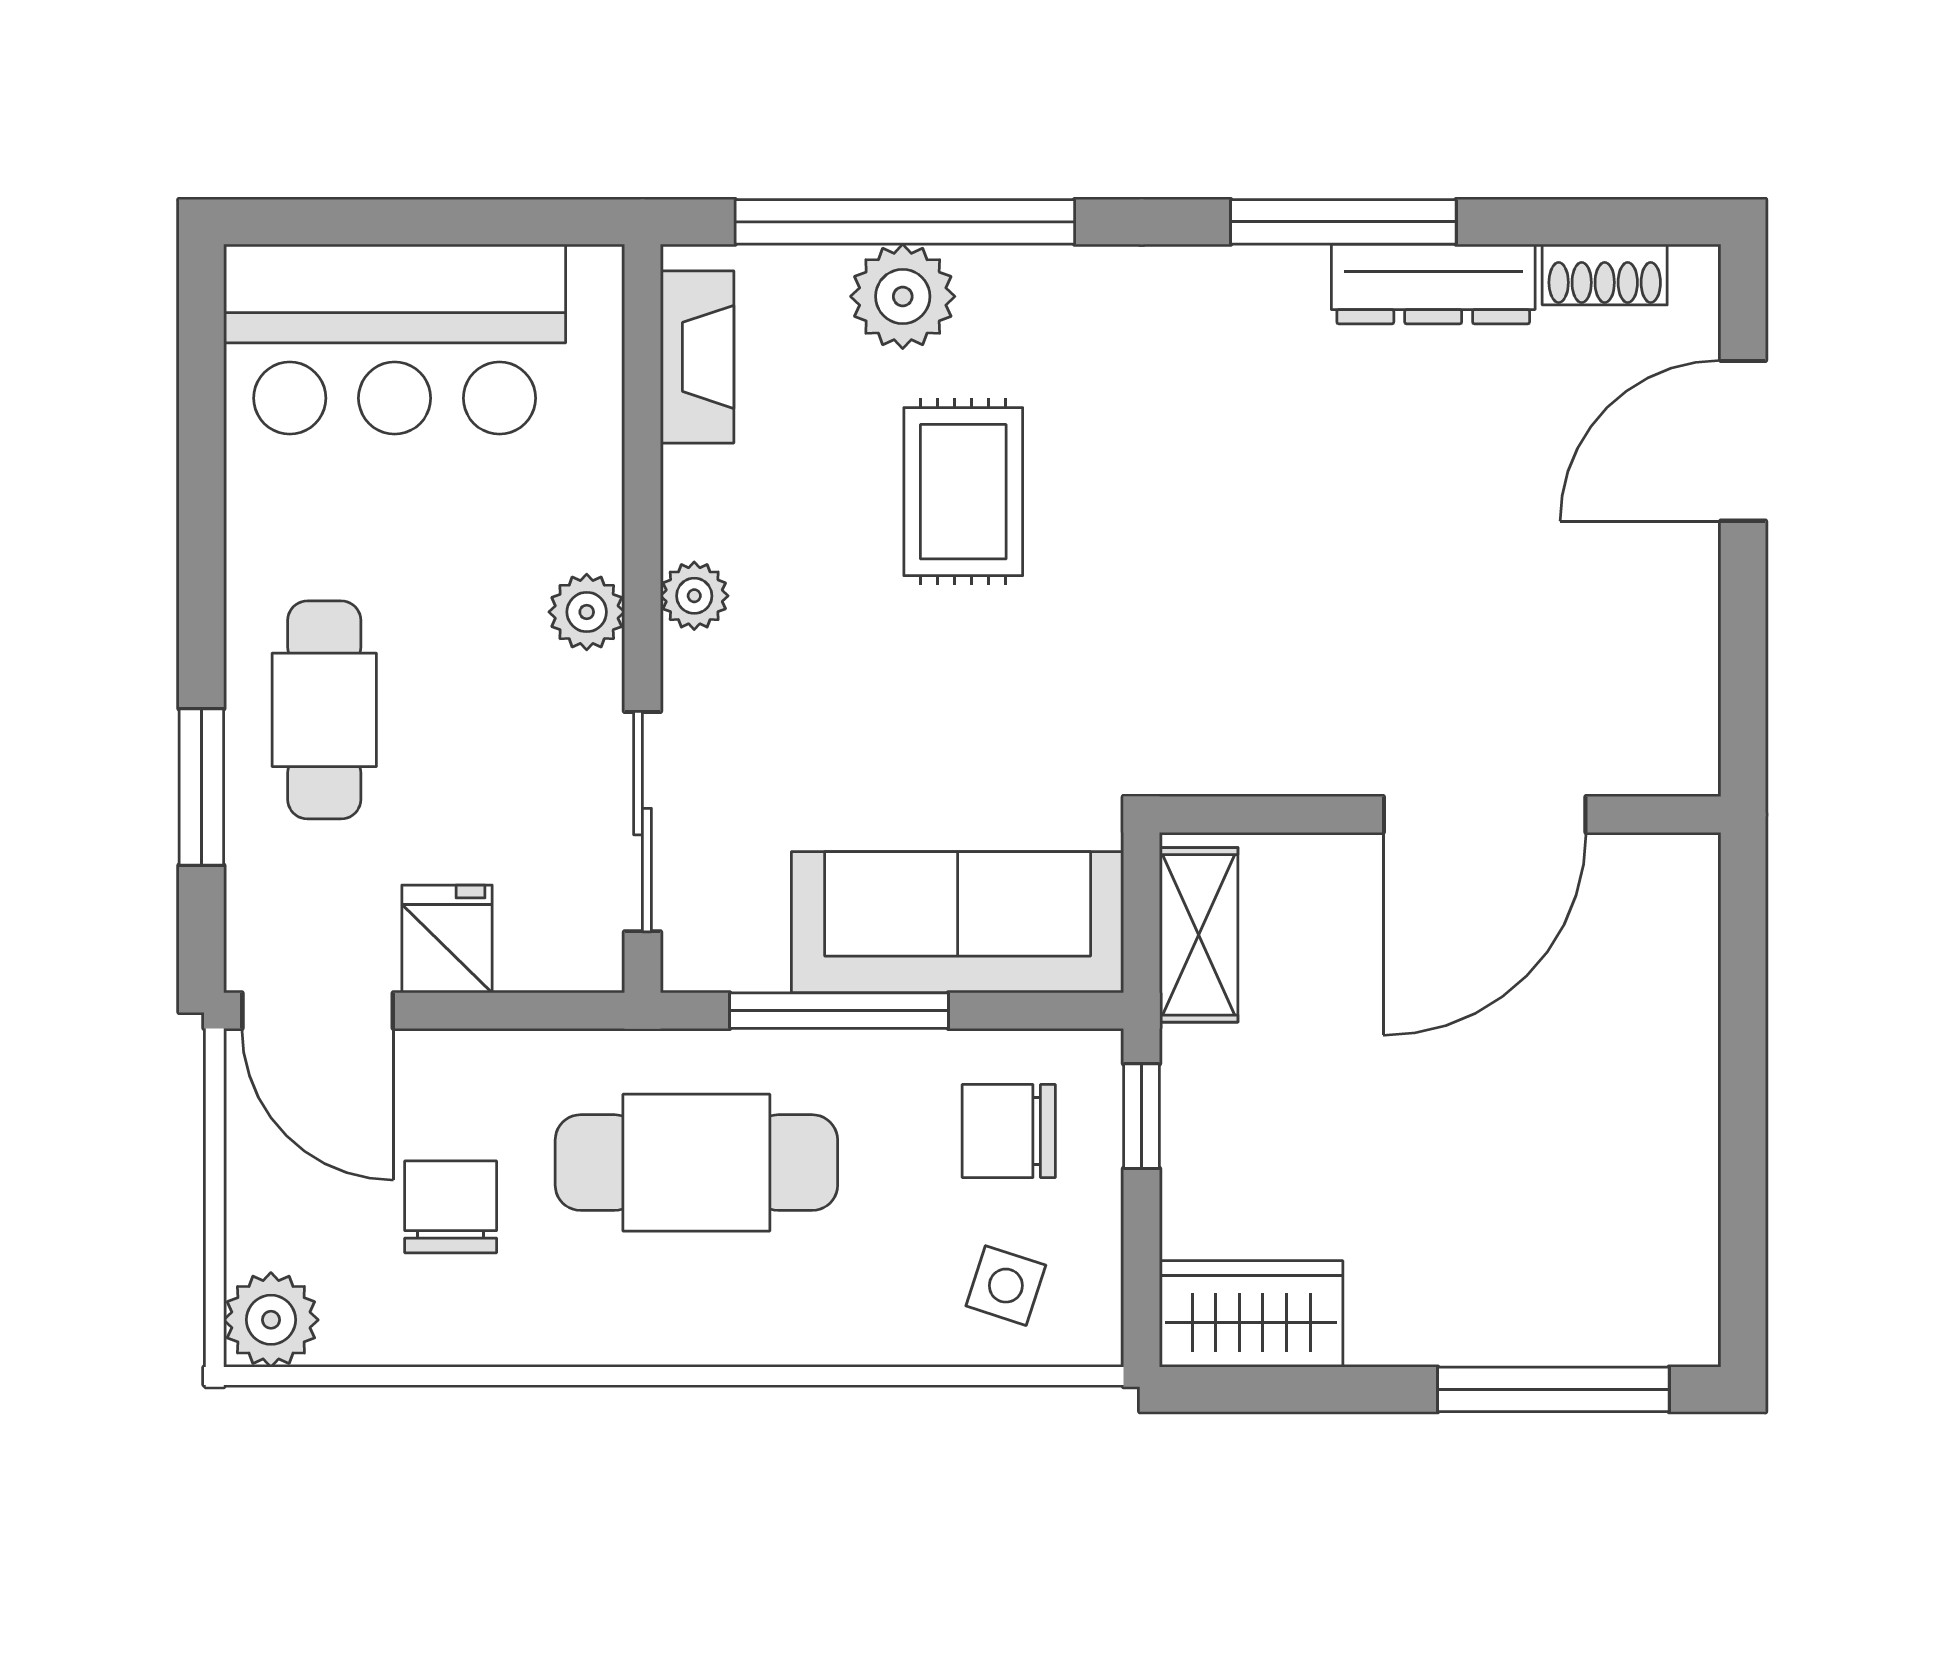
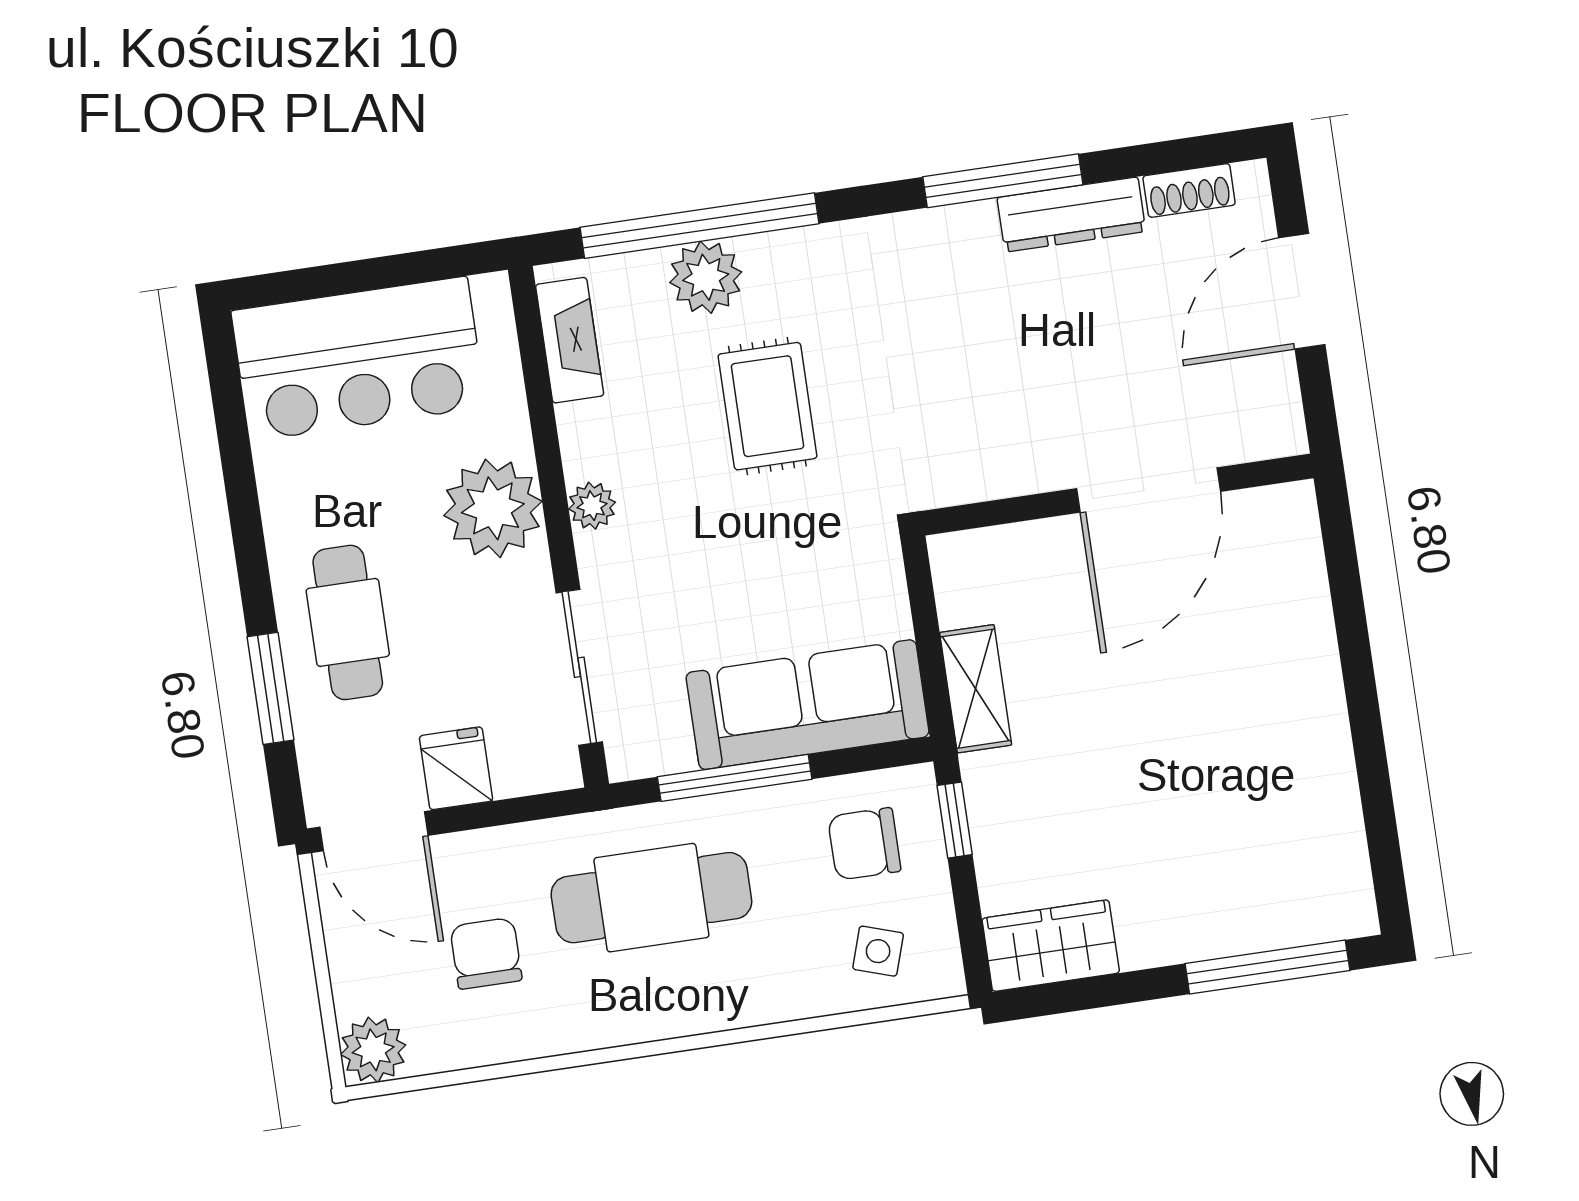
plant: (587, 612) -> (493, 508), width x1.87, depth x1.87
wall: (1440, 815) -> (1118, 495), moved
door: (1485, 815) -> (1148, 490), moved

